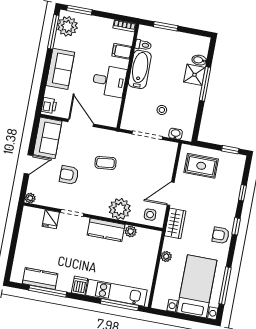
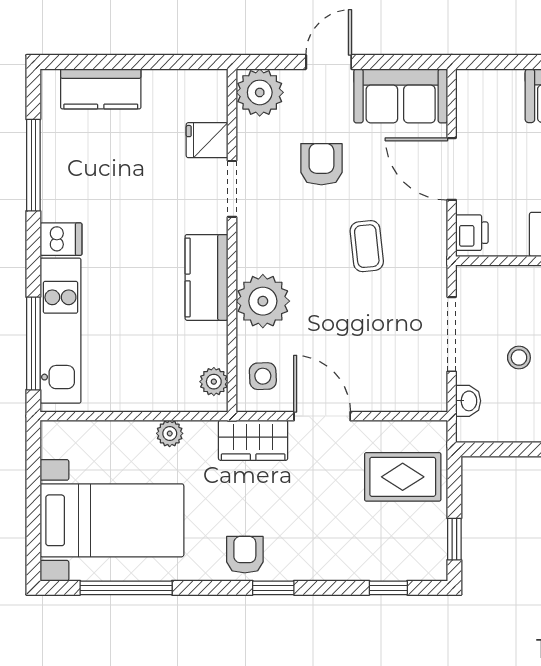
printer: (49, 105) -> (472, 233), moved, turned -90
door: (81, 123) -> (452, 169), swing flipped
door: (28, 164) -> (329, 62), swing flipped
rug: (201, 166) -> (403, 477), turned 90
window: (242, 193) -> (388, 588), moved
plant: (30, 198) -> (260, 92), width x1.88, depth x1.88
plant: (131, 231) -> (214, 382), moved
kitchen counter: (40, 279) -> (101, 89), moved, turned 90

